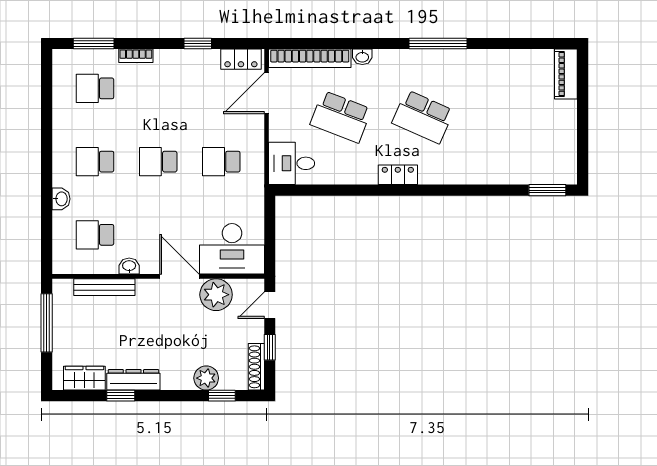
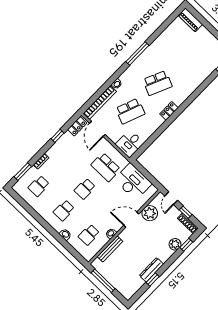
school desk: (221, 162) -> (106, 167), width x1.85
desk: (232, 249) -> (133, 182), moved, turned -90
wardrobe: (84, 378) -> (135, 286), removed

